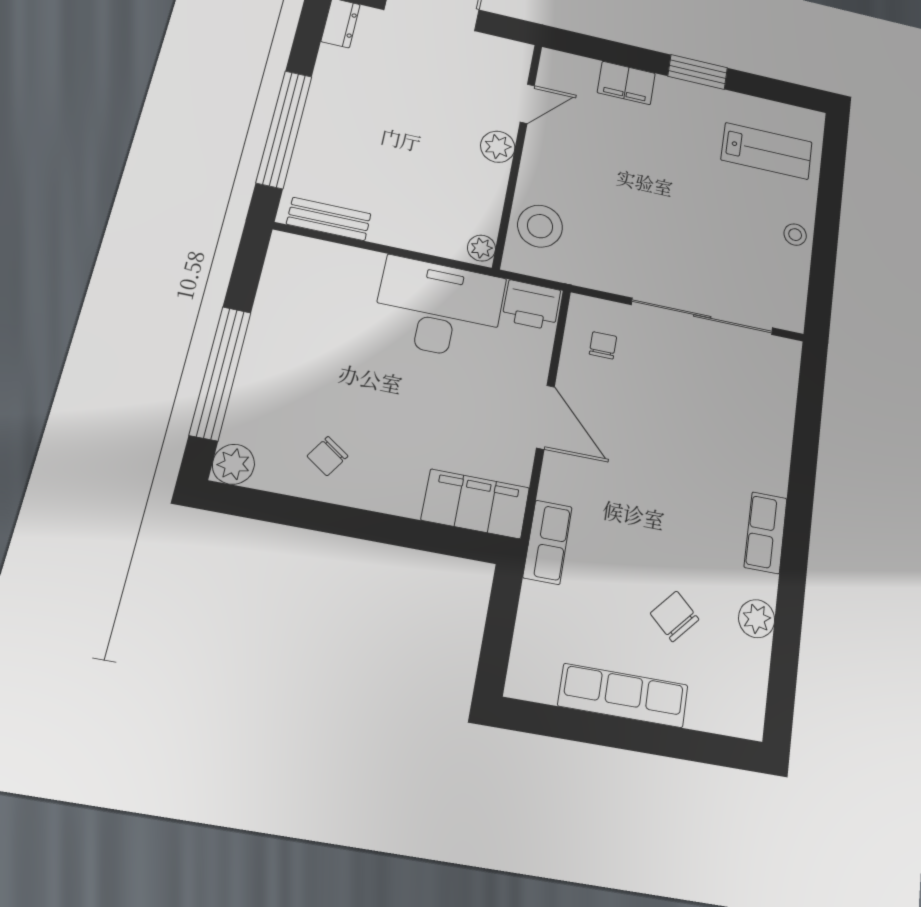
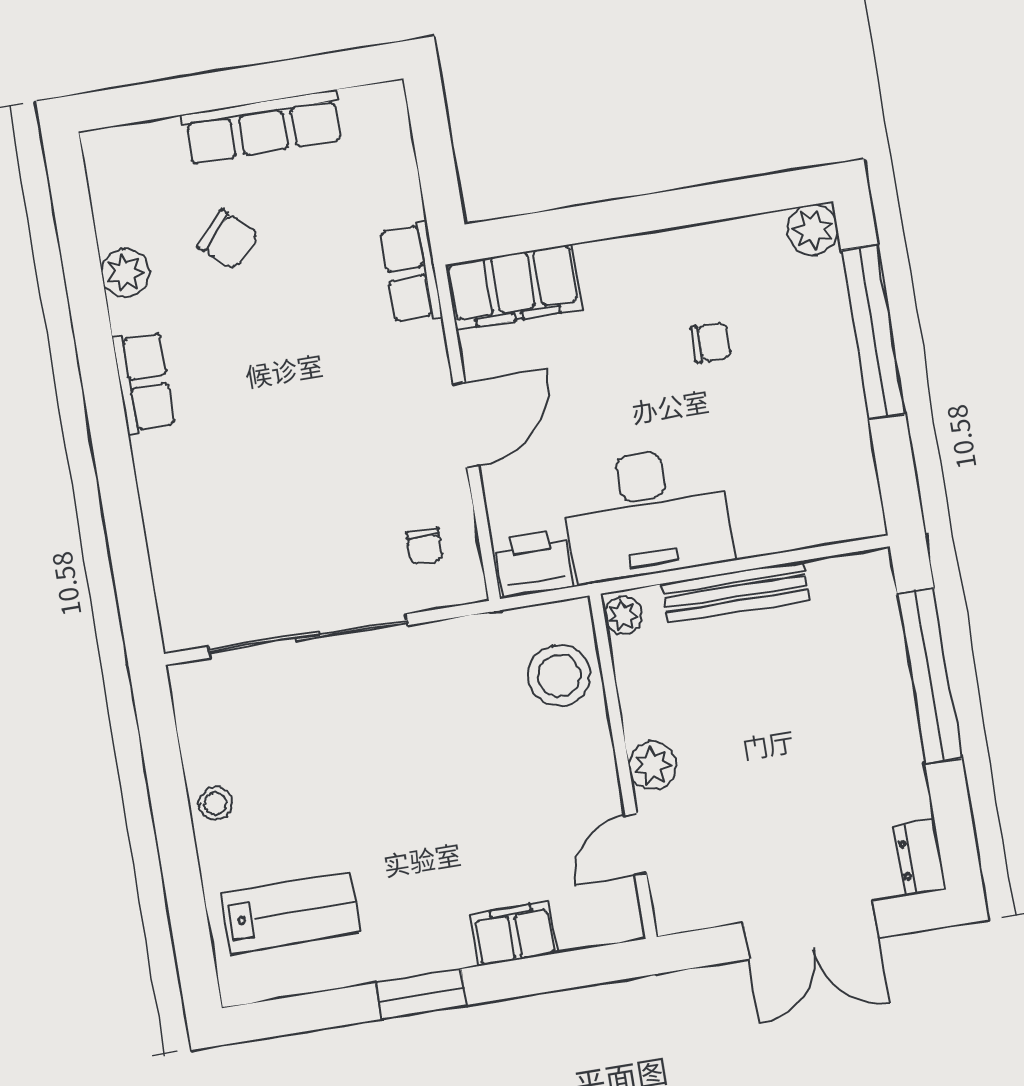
lab bench: (767, 151) -> (289, 913), turned 180
bench: (329, 219) -> (736, 592), moved, width x1.36
door: (545, 417) -> (466, 425), swing flipped
chair: (327, 456) -> (711, 342), moved, turned 56

